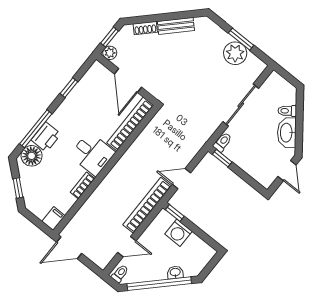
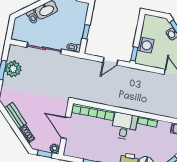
door: (128, 80) -> (66, 128), swing flipped
window: (222, 158) -> (86, 32), moved
door: (182, 179) -> (110, 61), hinge flipped
bookcase: (147, 205) -> (139, 74), removed

